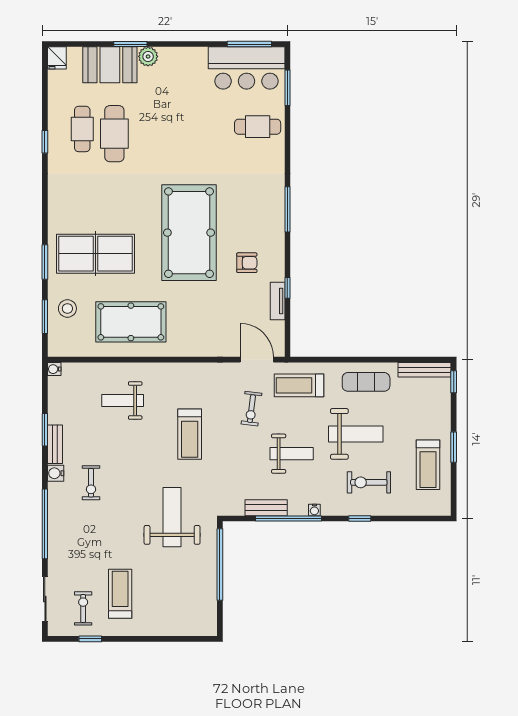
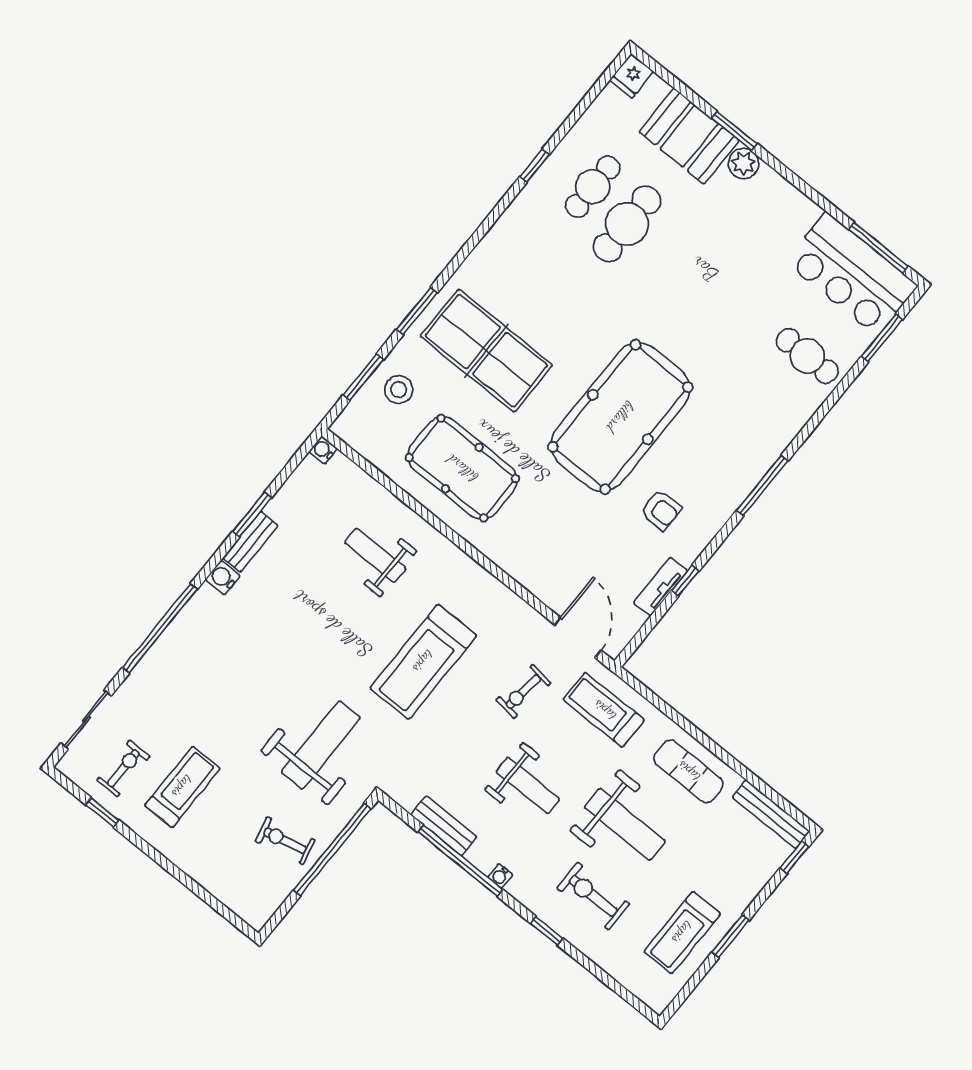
treadmill: (190, 434) -> (423, 662), width x1.37, depth x1.38
exercise bike: (91, 483) -> (285, 841), moved, turned 77

